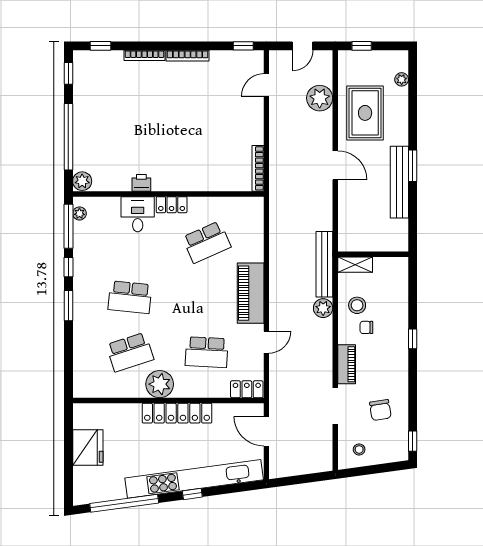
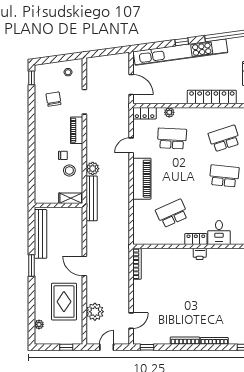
bench: (399, 182) -> (41, 234), moved
printer: (141, 183) -> (200, 254), moved
window: (413, 339) -> (31, 148), removed
plant: (160, 384) -> (169, 112), moved, width x0.53, depth x0.53
locker: (177, 413) -> (212, 97), moved

